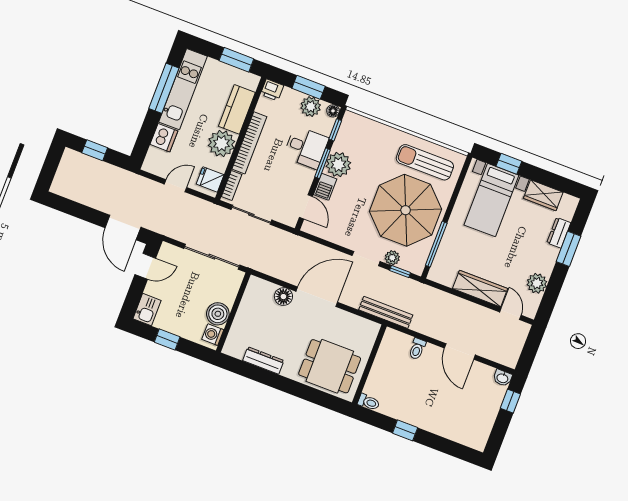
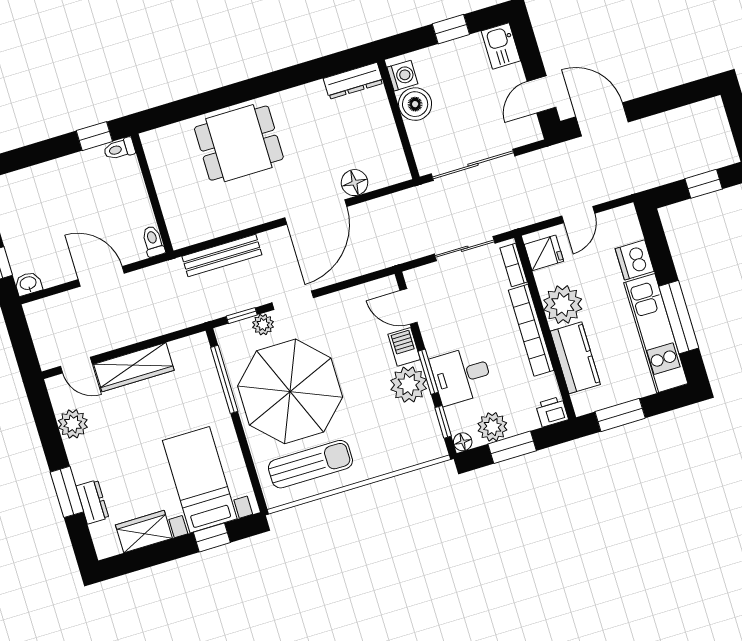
dresser: (263, 361) -> (353, 81), moved
wall: (369, 364) -> (152, 193), moved
toilet: (369, 402) -> (119, 149), moved

